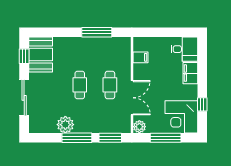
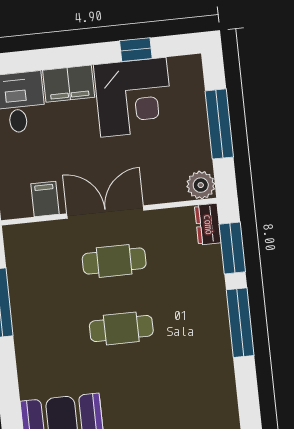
double door: (132, 98) -> (105, 212), moved
corner desk: (181, 117) -> (133, 97), moved
plant: (65, 125) -> (213, 351), removed
dresser: (122, 128) -> (208, 224), added

